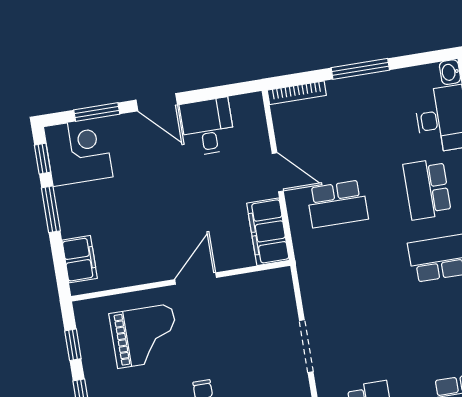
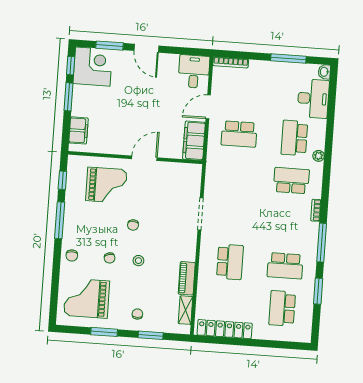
window: (360, 69) -> (288, 58), moved
desk: (208, 127) -> (194, 72), moved
door: (278, 172) -> (208, 107), swing flipped

